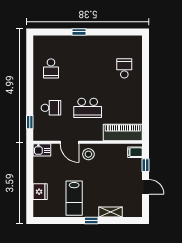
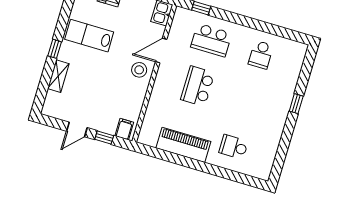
school desk: (51, 68) -> (261, 55), turned -90
school desk: (124, 68) -> (234, 147), turned 180
school desk: (51, 108) -> (211, 40), width x1.85
piano: (123, 132) -> (183, 145), moved, turned -90

